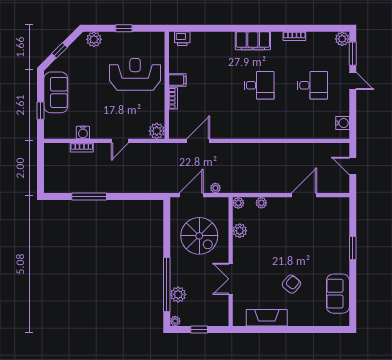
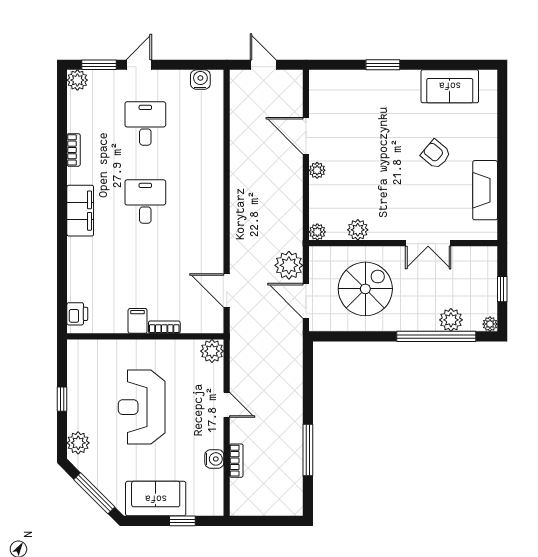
window: (59, 50) -> (94, 493), width x2.17
reception desk: (135, 74) -> (142, 407), moved
door: (353, 166) -> (263, 65), swing flipped
plant: (215, 188) -> (289, 265), width x1.87, depth x1.87
plant: (261, 203) -> (317, 170), moved

